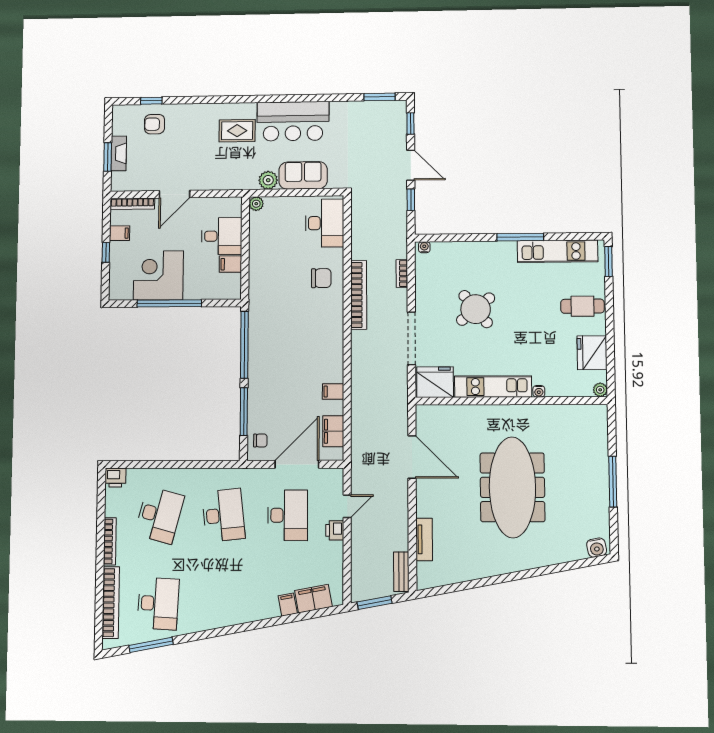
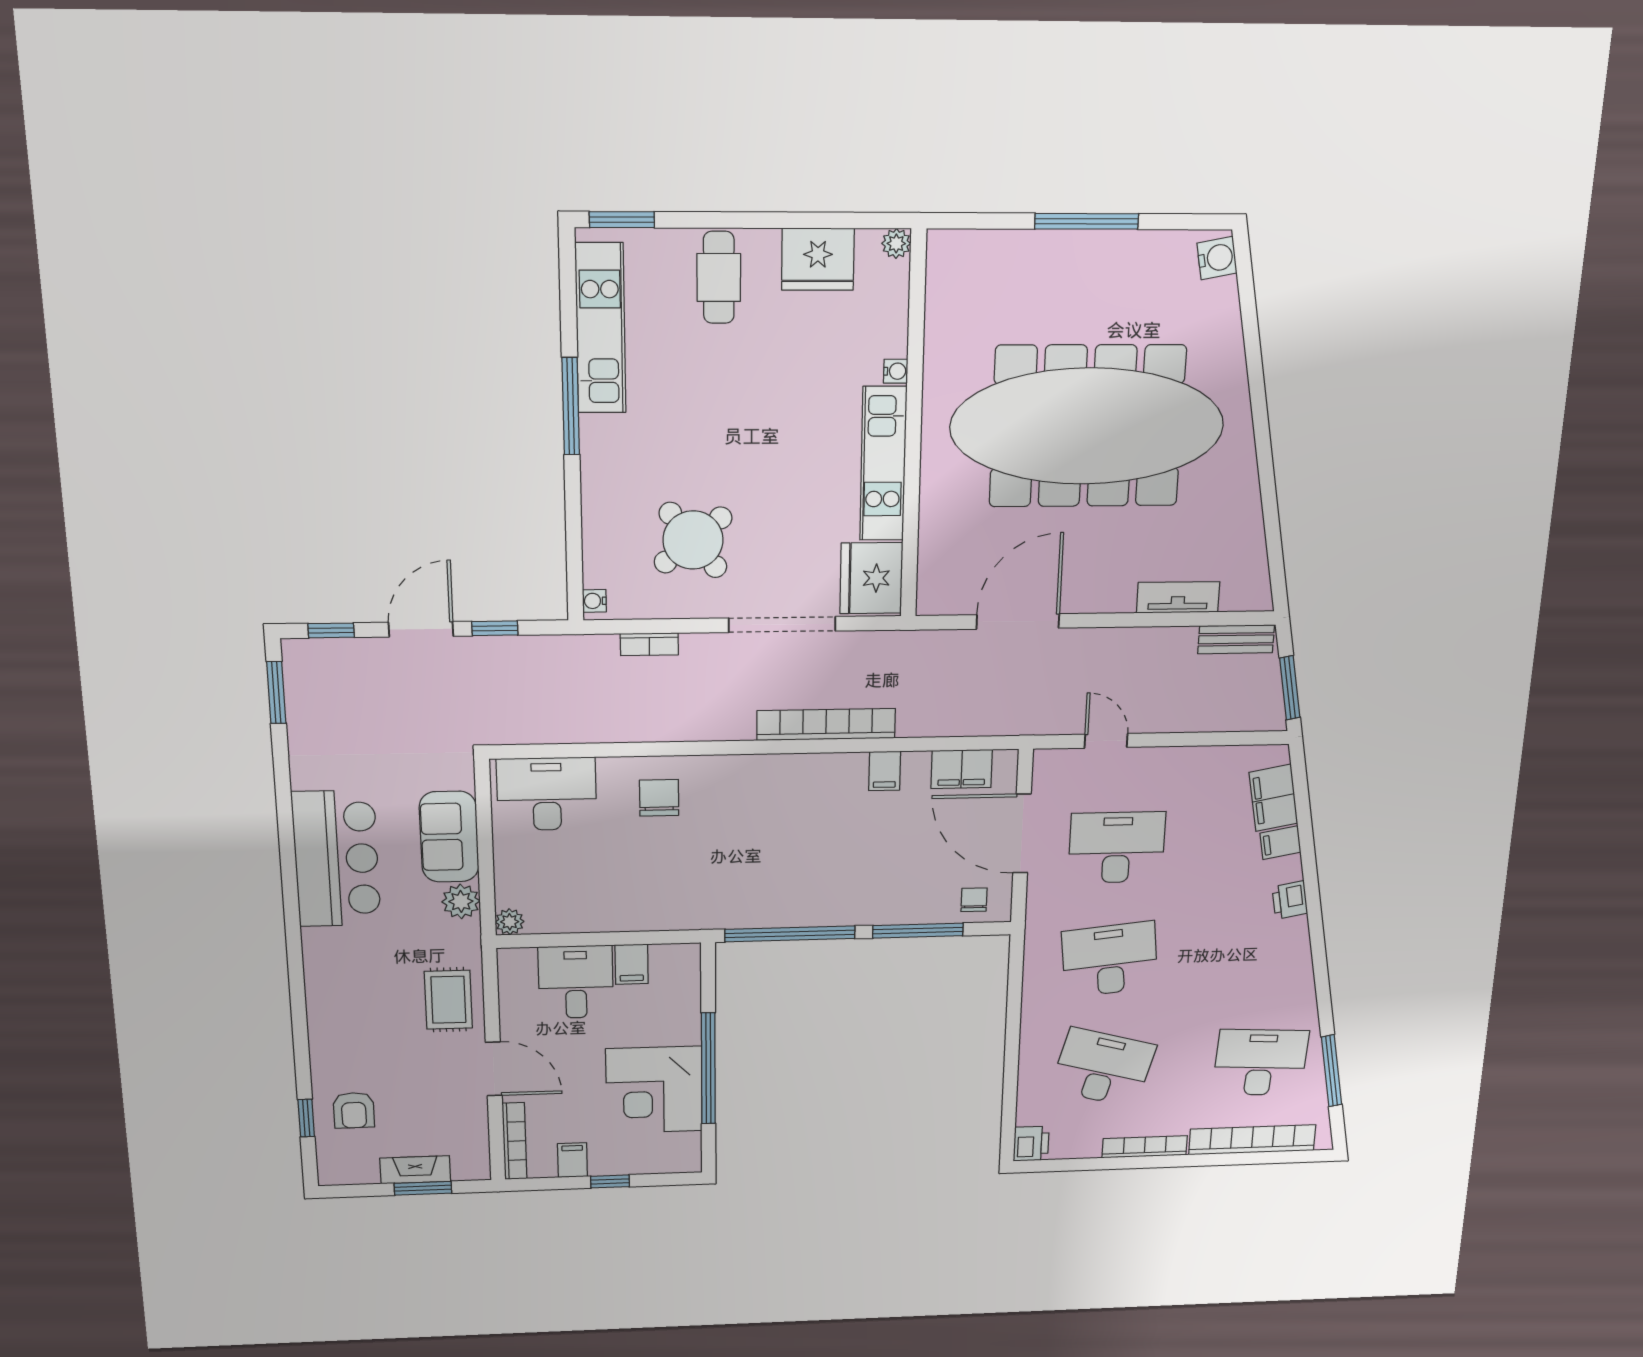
rug: (237, 131) -> (448, 1000), moved
bookcase: (359, 295) -> (826, 724), moved
round table: (476, 309) -> (693, 540), moved
meeting table: (512, 487) -> (1087, 426), width x1.36, depth x1.27
printer: (335, 530) -> (1290, 900), moved, turned 79

